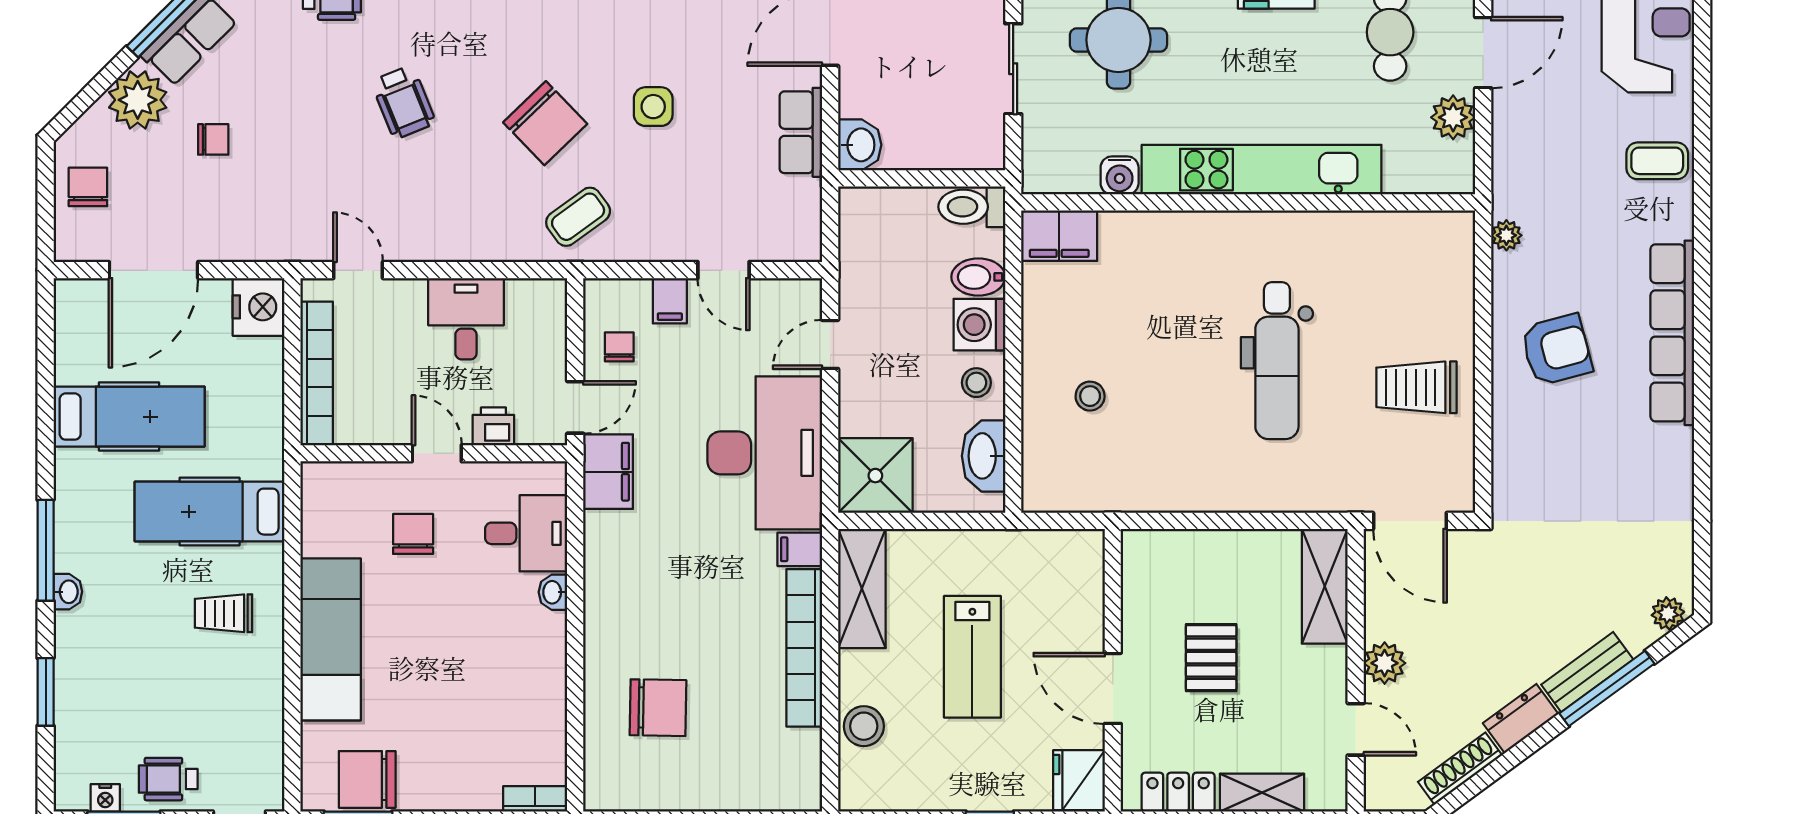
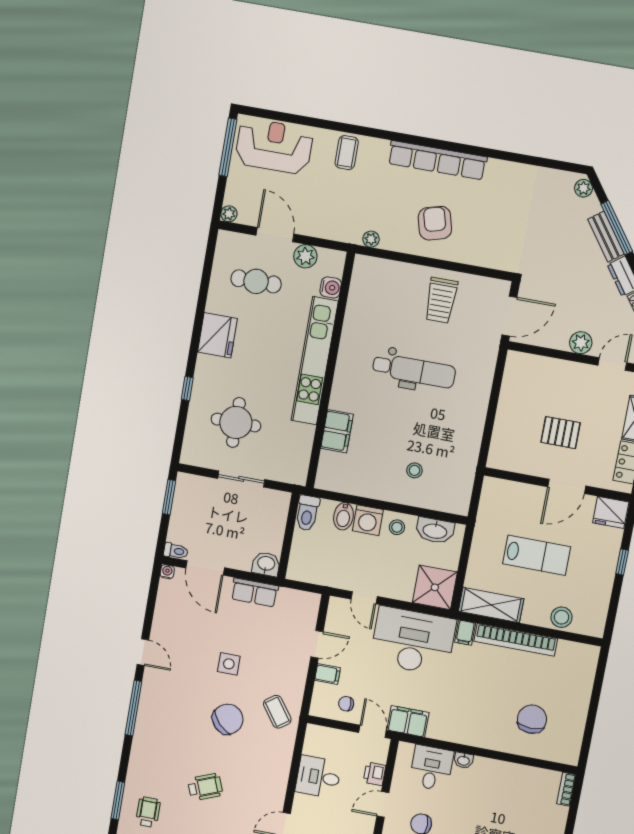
water cooler: (1120, 175) -> (331, 287), moved
filing cabinet: (1059, 236) -> (337, 431), moved
shelving: (1325, 586) -> (535, 367), removed

